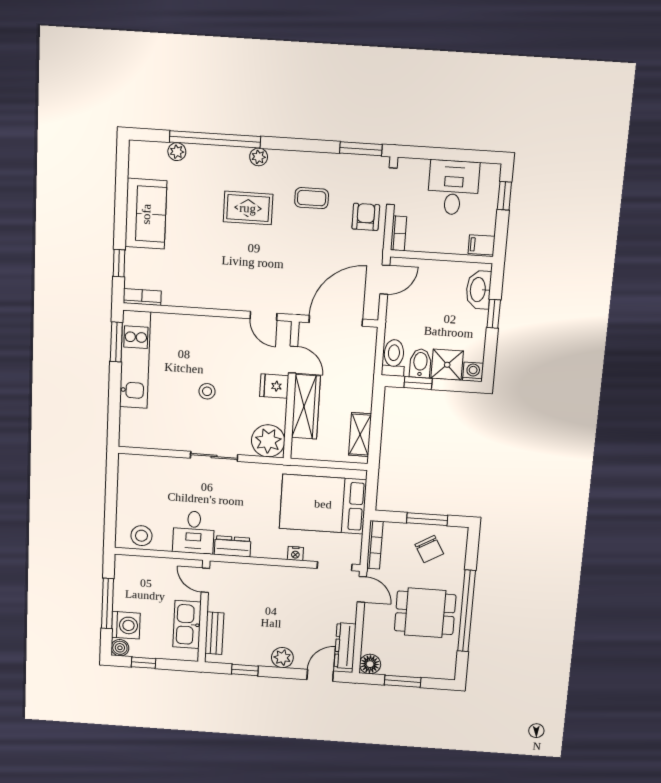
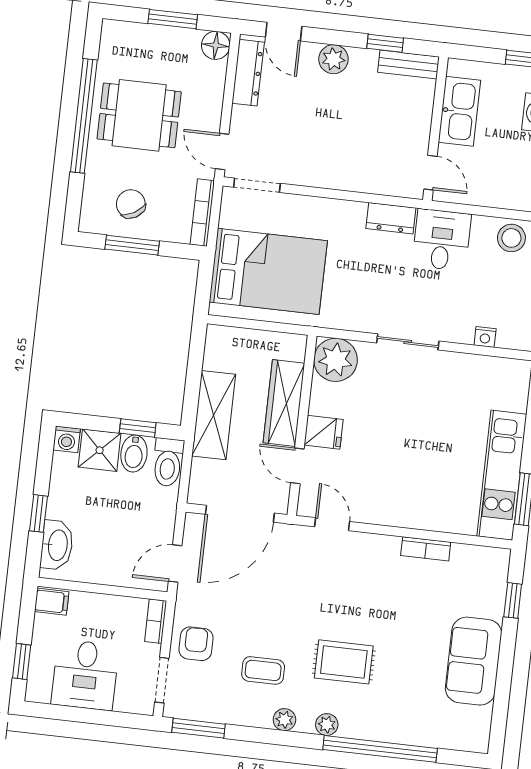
plant: (177, 152) -> (284, 720), moved
armchair: (366, 217) -> (196, 644), turned 180
bookcase: (142, 297) -> (426, 549), moved
stool: (207, 391) -> (411, 429), removed
shelving: (360, 435) -> (214, 415), moved, width x1.50, depth x1.33
nightstand: (295, 554) -> (485, 337), moved, turned 180
bench: (214, 633) -> (409, 64), moved, turned 90
door: (320, 675) -> (284, 32), hinge flipped

